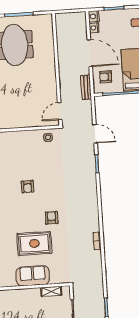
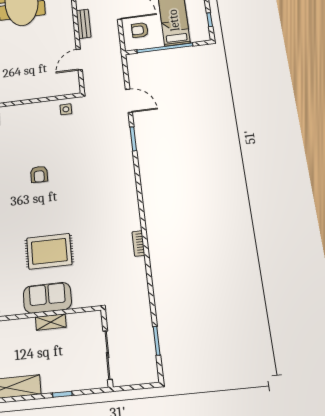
bench: (86, 87) -> (84, 24), moved
door: (60, 111) -> (79, 60), moved
armchair: (52, 218) -> (73, 214), removed
shelving: (51, 291) -> (51, 322), moved

